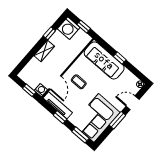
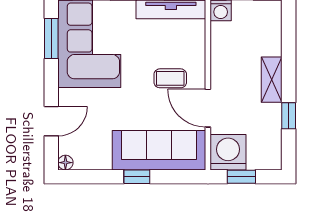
washing machine: (69, 28) -> (228, 152), moved
door: (55, 82) -> (208, 108), moved
window: (117, 120) -> (51, 39), moved

